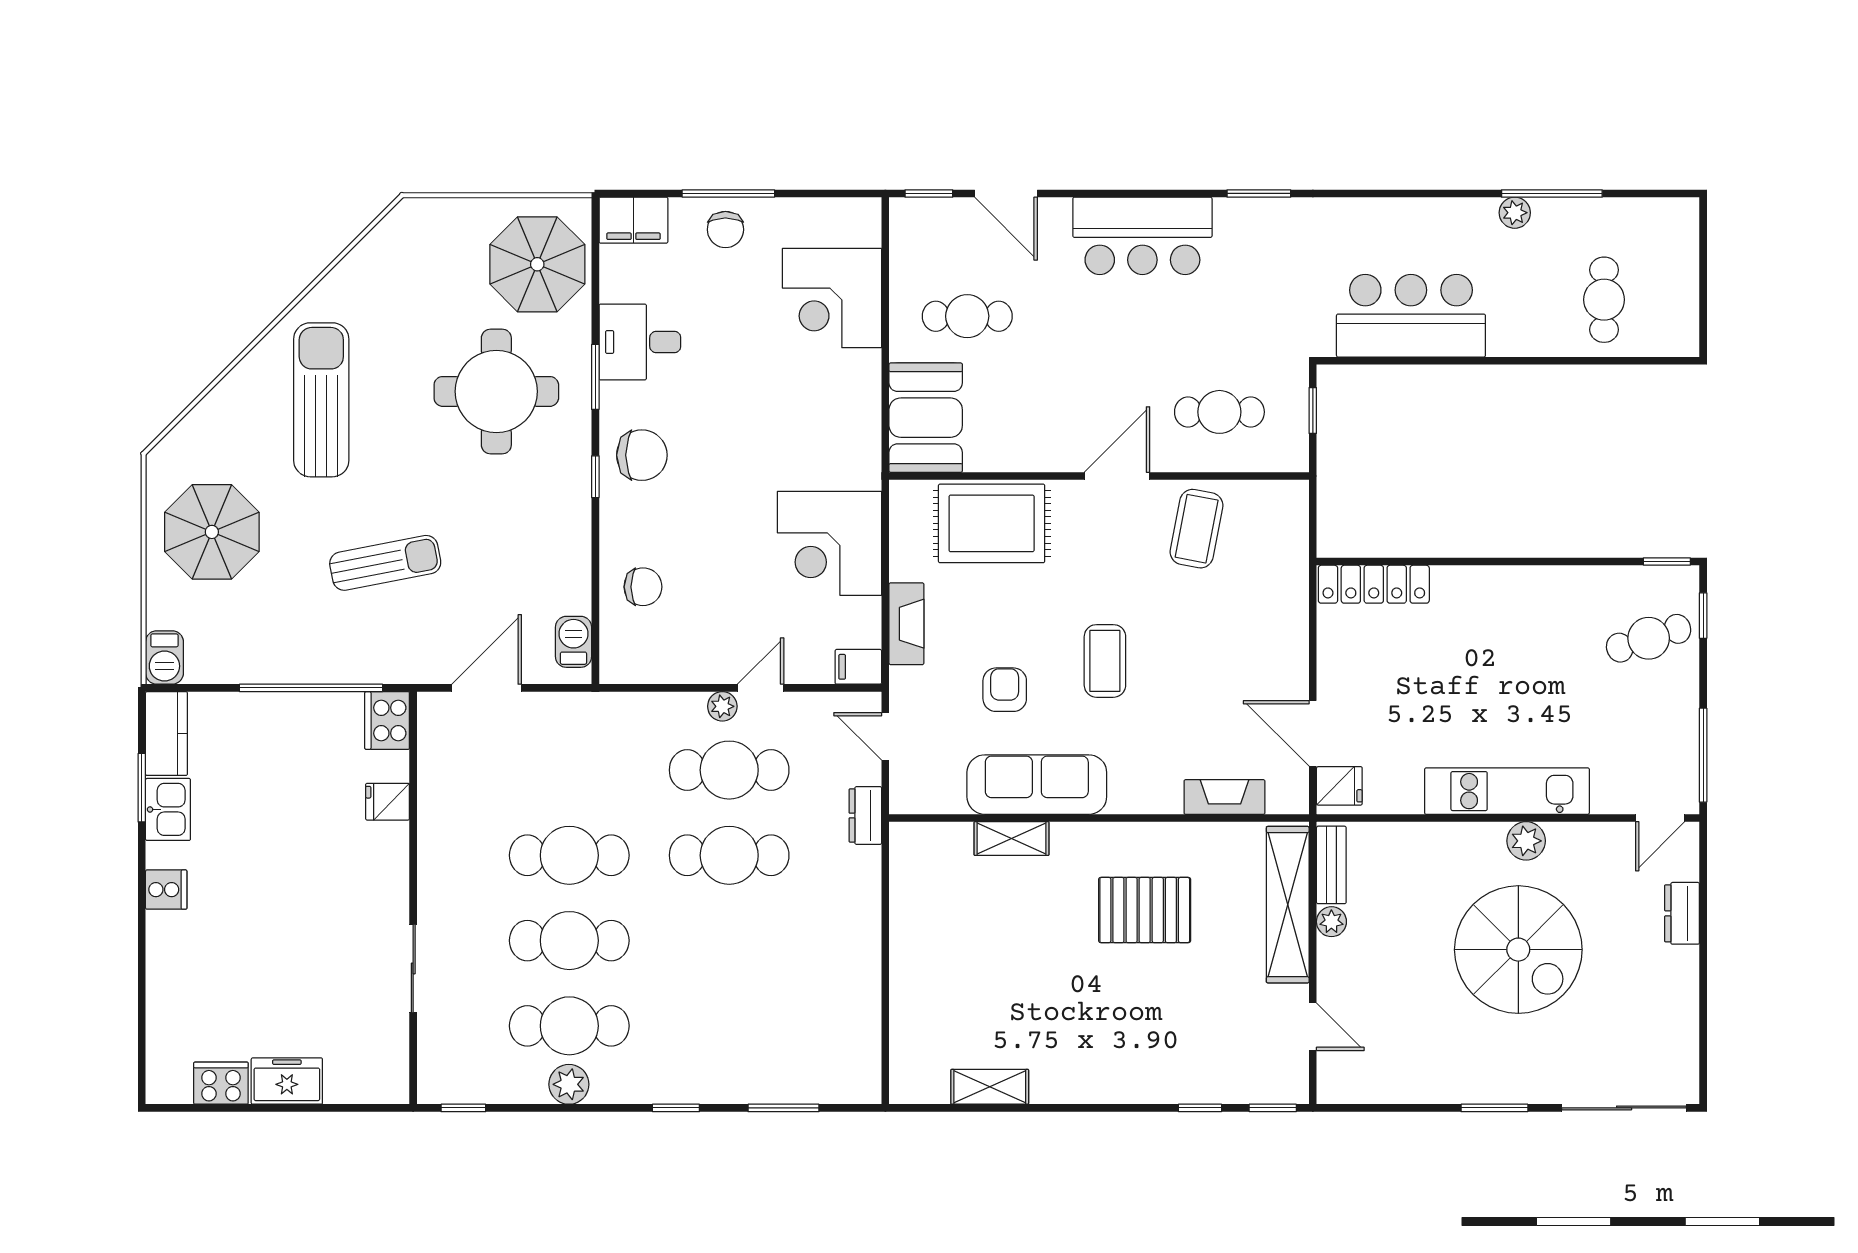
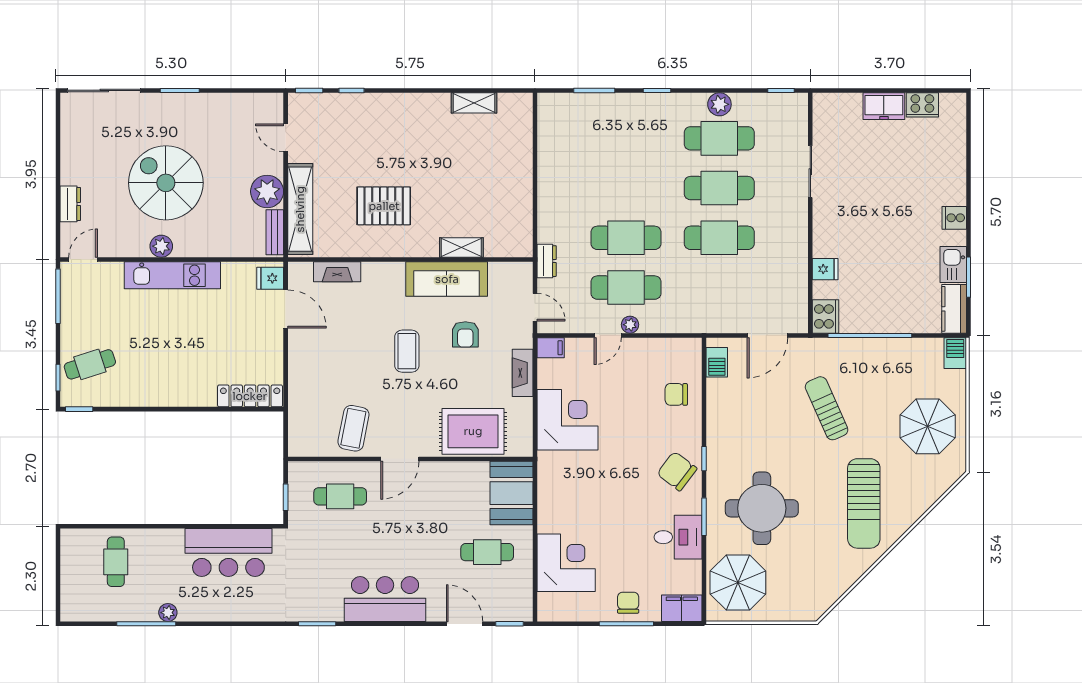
chair: (642, 455) -> (677, 471), turned 37
sun lounger: (385, 563) -> (827, 408), turned 77
plant: (1331, 922) -> (267, 191), width x1.87, depth x1.87

